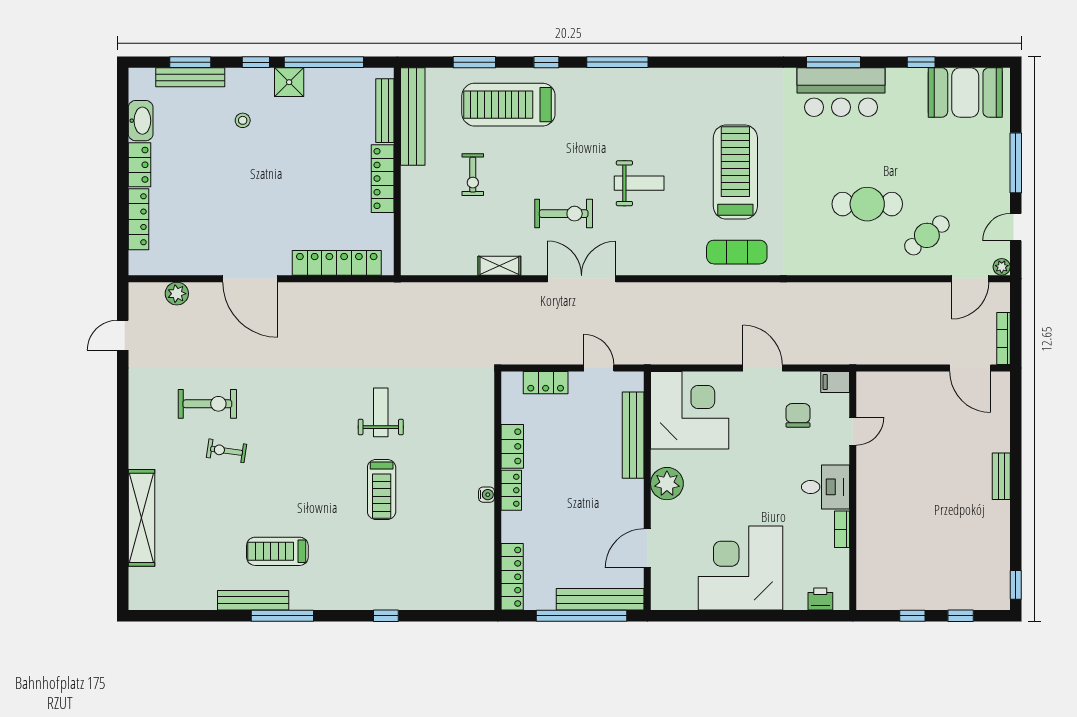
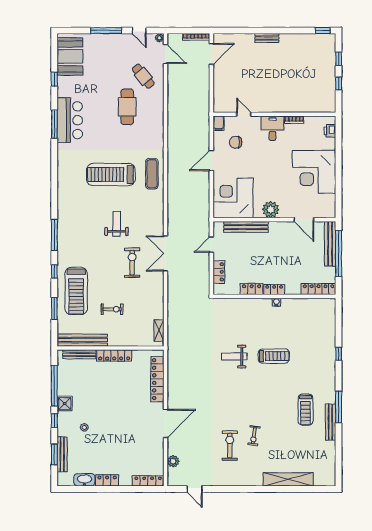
locker: (138, 219) -> (148, 481), moved
shelving: (499, 266) -> (159, 330), moved

